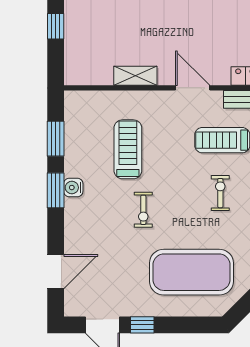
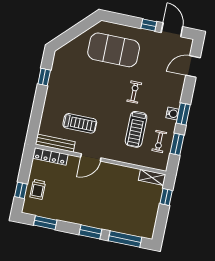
window: (56, 26) -> (166, 197), moved
shelving: (135, 76) -> (152, 177), moved
door: (193, 88) -> (91, 157), hinge flipped
exercise bike: (220, 193) -> (159, 142), moved

